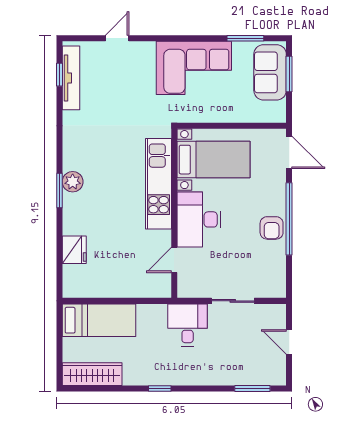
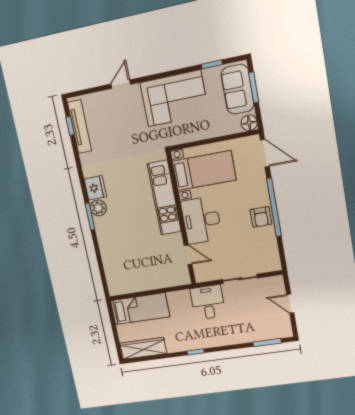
door: (117, 38) -> (121, 84), moved
window: (245, 38) -> (212, 64), width x0.67
floor lamp: (277, 113) -> (249, 123), added
fridge: (74, 250) -> (95, 188), moved
door: (174, 260) -> (188, 255), swing flipped

